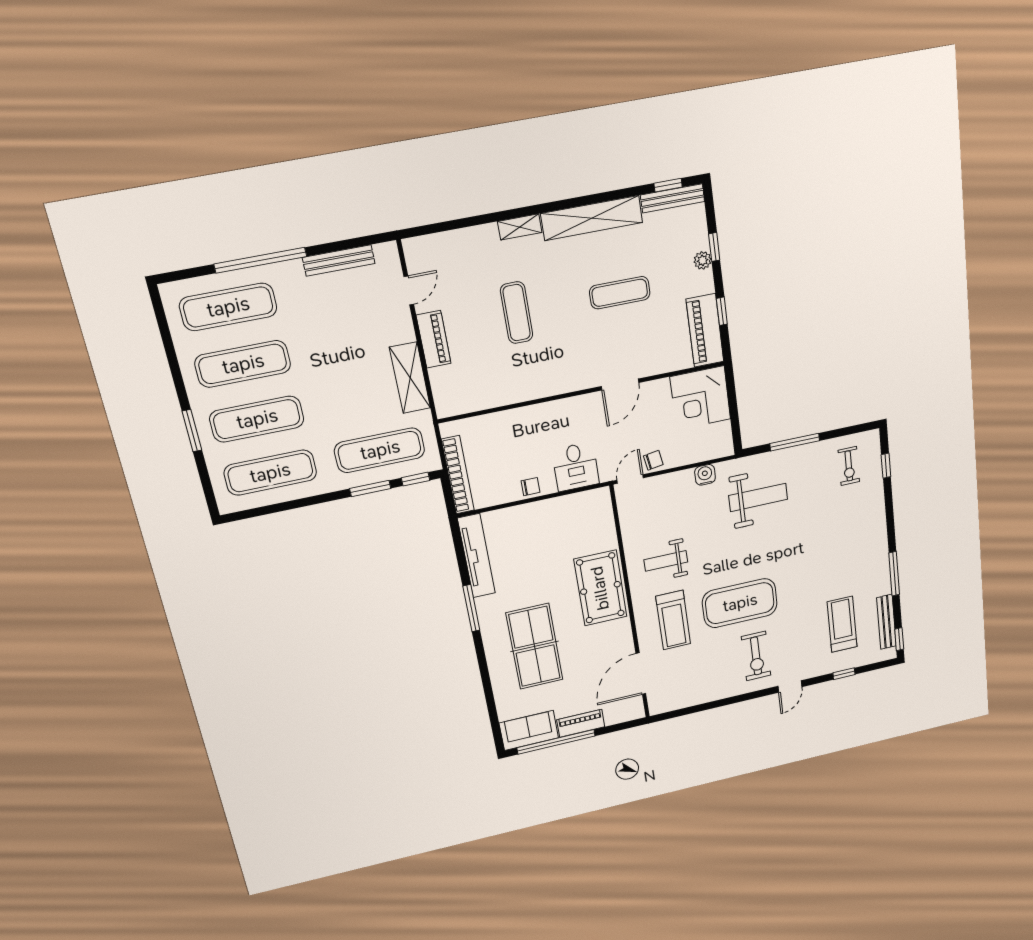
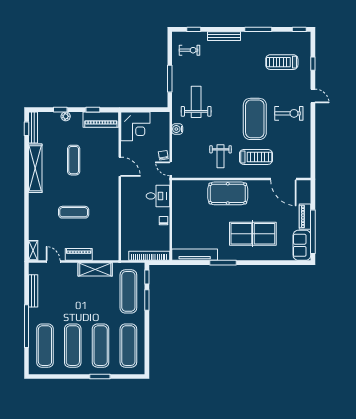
shelving: (520, 227) -> (33, 250), moved
bench: (886, 622) -> (224, 36), moved

